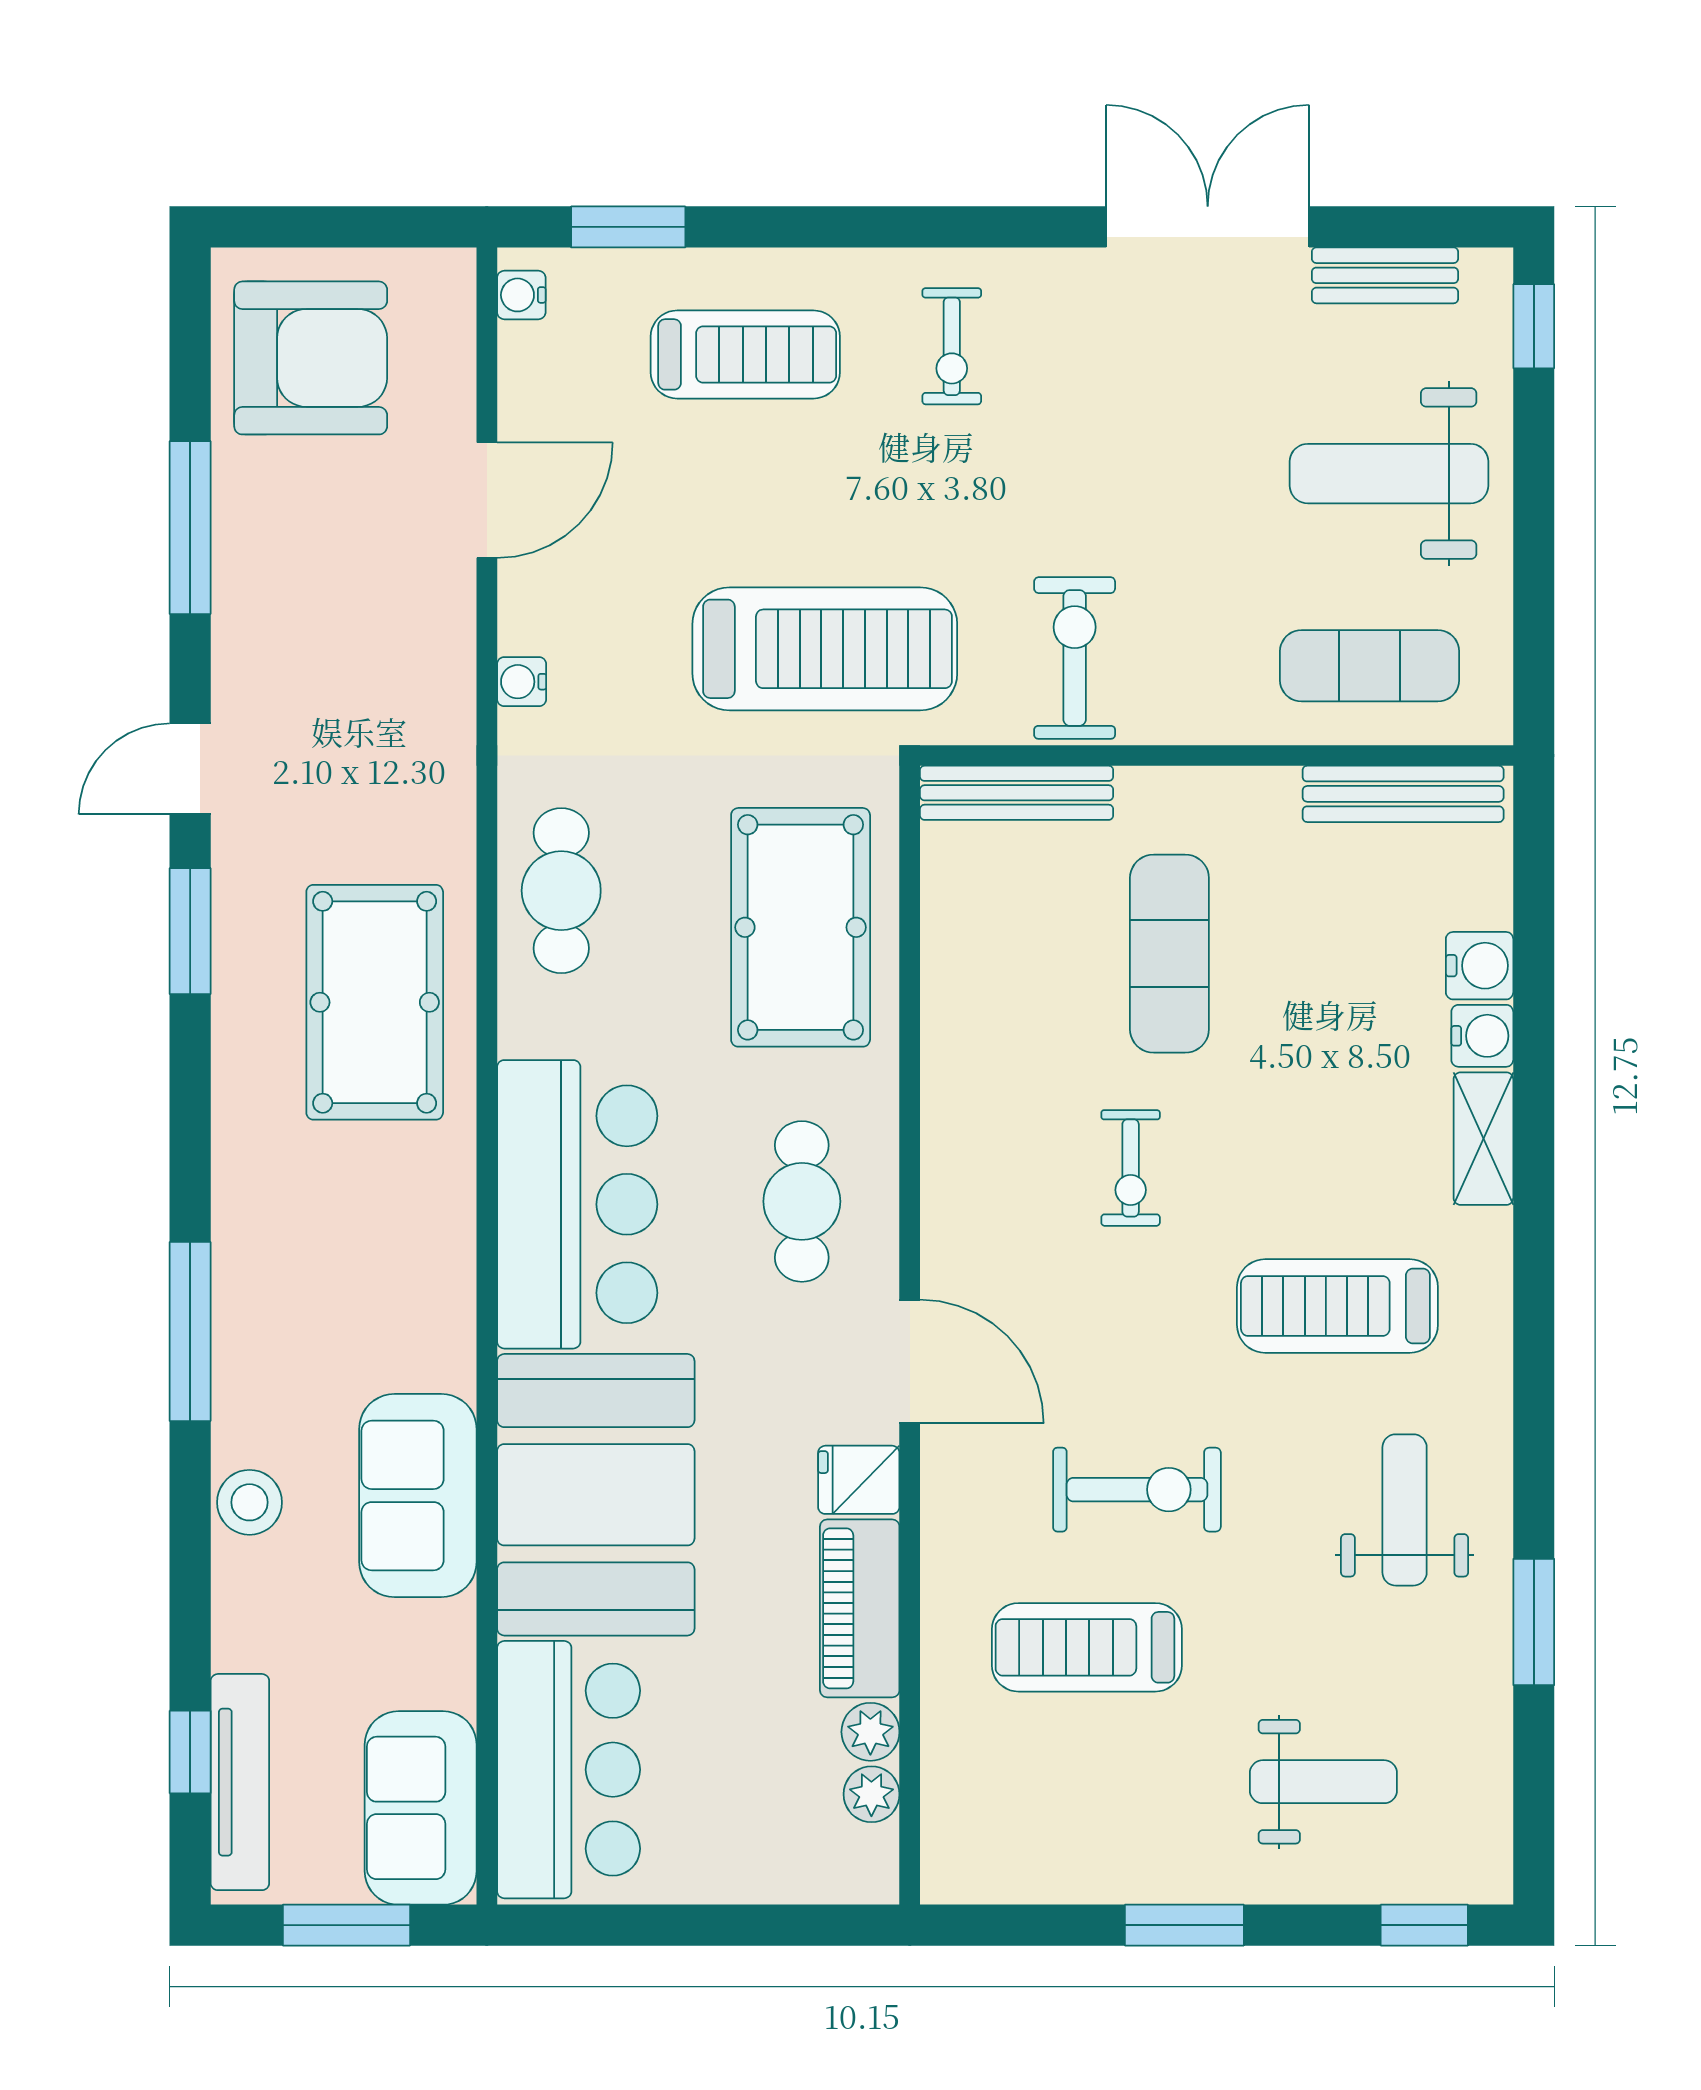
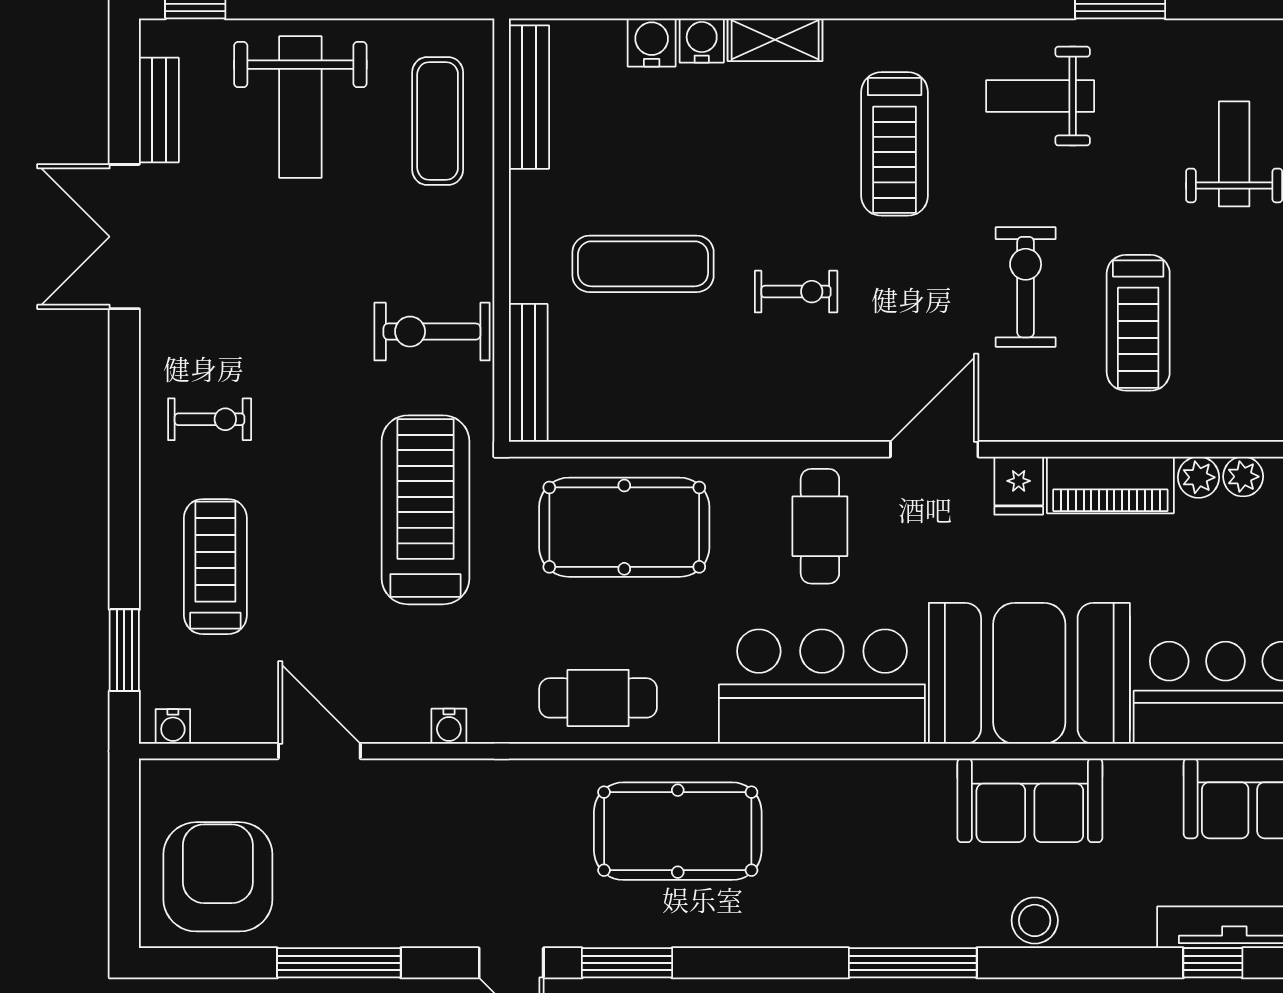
cafe table: (802, 1201) -> (820, 526), turned 90

